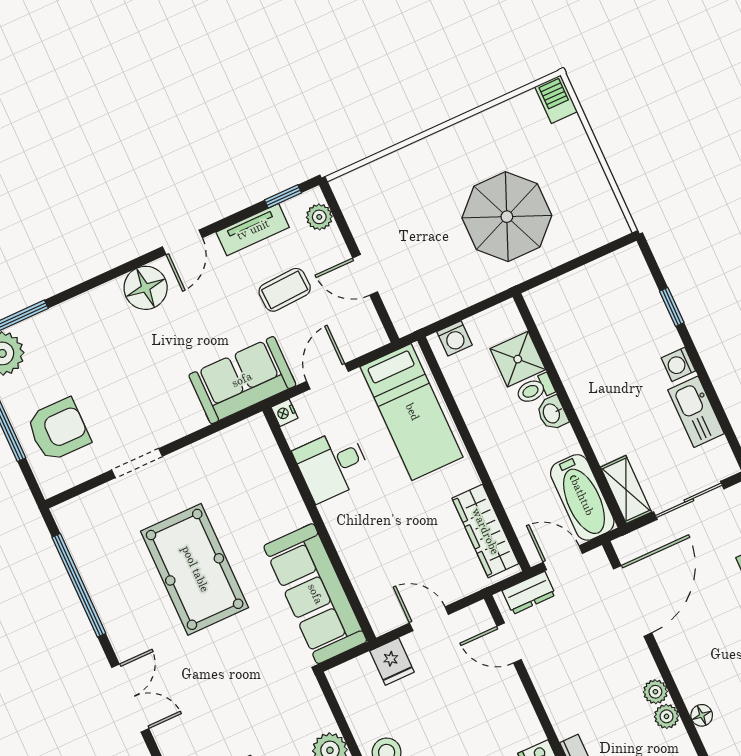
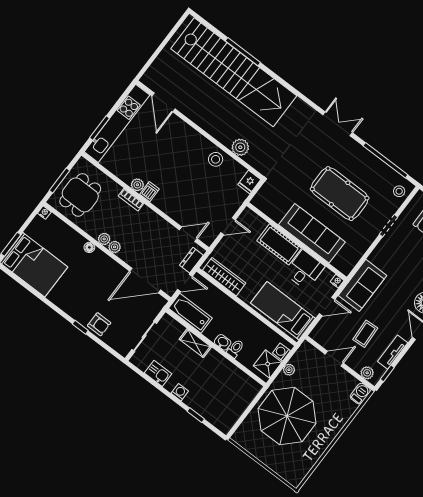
barbecue: (556, 99) -> (360, 394), moved, turned -90
parasol: (507, 217) -> (287, 416), width x1.36, depth x1.36
plant: (458, 299) -> (289, 370), added
shower: (518, 359) -> (268, 364), moved
door: (327, 376) -> (327, 307), hinge flipped
kitchen sink: (696, 412) -> (158, 373), width x0.73
shelving: (626, 490) -> (195, 343), moved
stool: (84, 516) -> (399, 191), added
cot: (354, 536) -> (279, 244), added
sofa: (315, 594) -> (312, 233), moved
door: (633, 601) -> (145, 280), hinge flipped
fridge: (392, 662) -> (249, 182), moved, turned -90
double door: (130, 698) -> (338, 124), swing flipped

